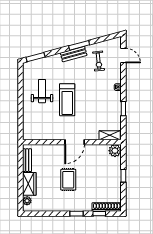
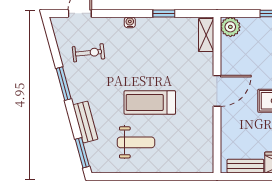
bench: (74, 54) -> (85, 122), moved
weight bench: (42, 91) -> (136, 142), turned 180
treadmill: (67, 100) -> (150, 102), turned 180
door: (75, 142) -> (217, 91), hinge flipped

